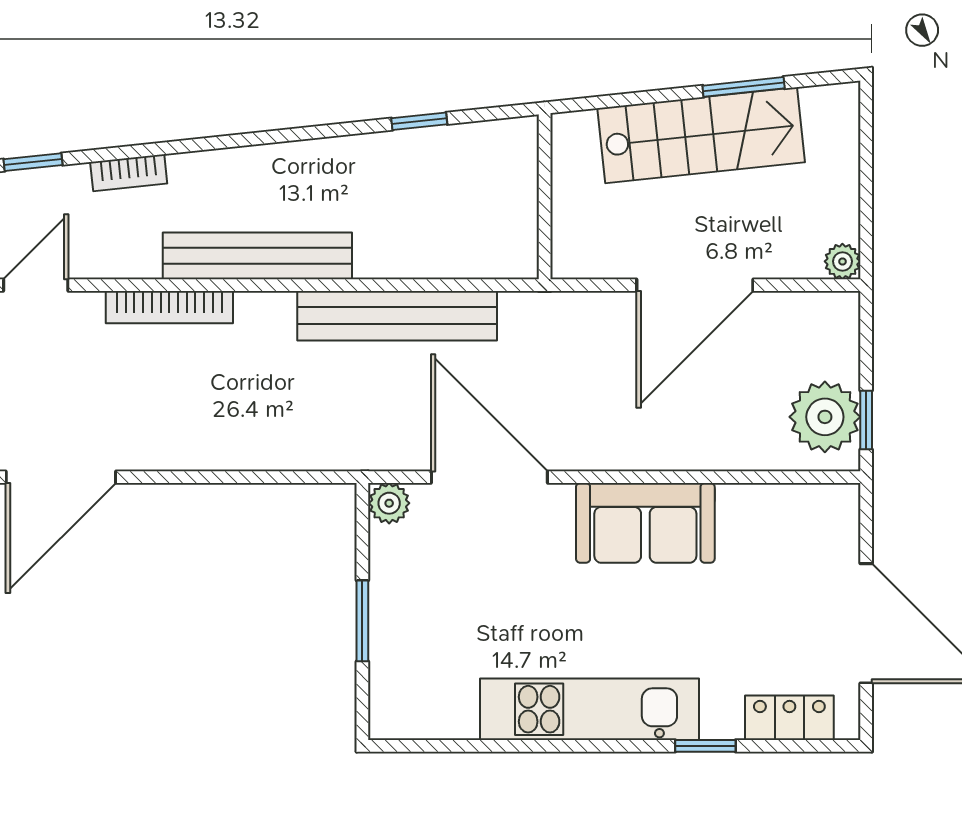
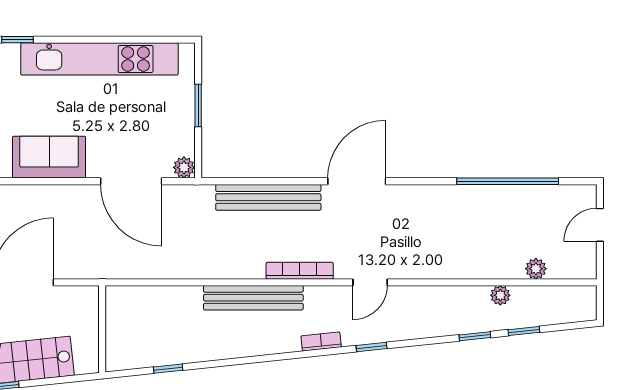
bench: (397, 316) -> (268, 197), moved
kitchen unit: (589, 709) -> (99, 59), width x1.36

